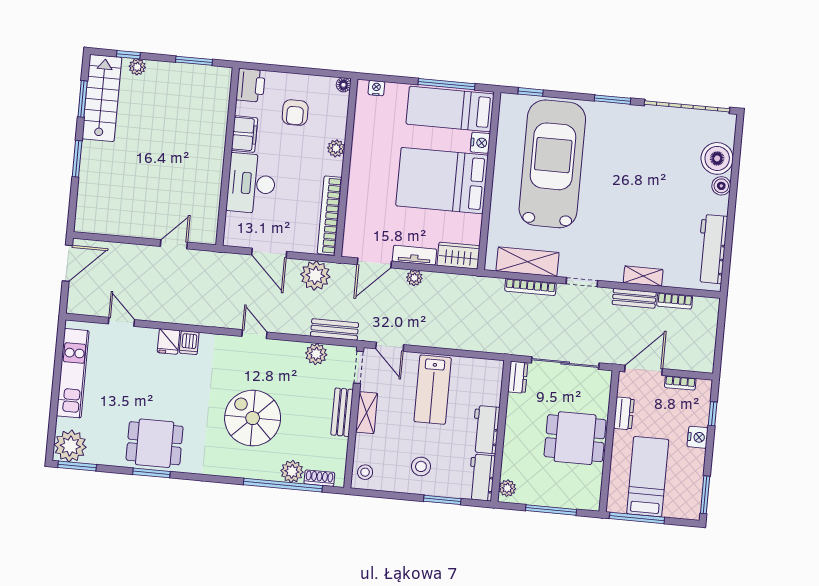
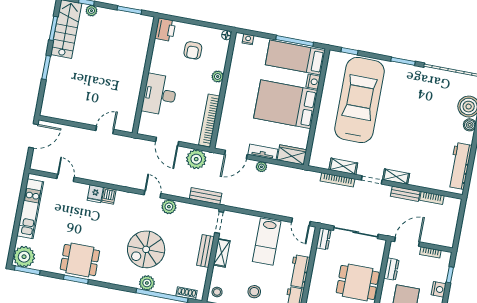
filing cabinet: (245, 134) -> (158, 62), removed
shelving: (528, 262) -> (343, 166), width x0.67, depth x0.75
shelving: (643, 276) -> (396, 177), moved
door: (390, 347) -> (301, 222), moved
plant: (316, 354) -> (169, 207), moved
spiral stairs: (253, 418) -> (146, 249), turned -90
plant: (292, 471) -> (147, 283), moved

